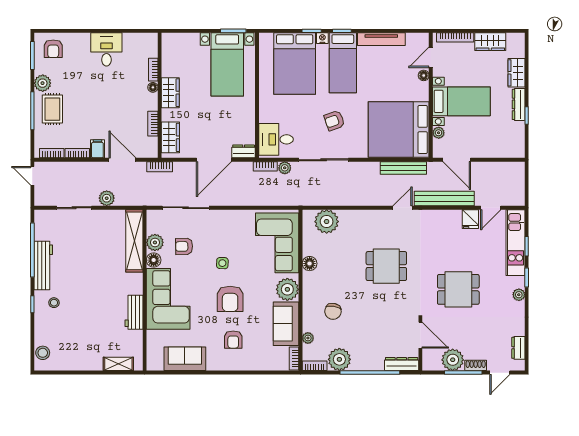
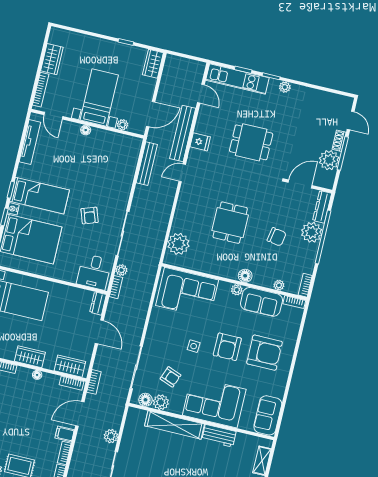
tv unit: (381, 39) -> (30, 142), moved
wardrobe: (517, 73) -> (153, 64), moved, turned 90
floor lamp: (424, 75) -> (86, 130), moved
floor lamp: (153, 87) -> (37, 375), moved
dresser: (519, 104) -> (114, 47), removed
bookcase: (153, 124) -> (72, 383), moved
bed: (399, 130) -> (111, 160), removed
door: (214, 160) -> (99, 332), width x0.73
door: (403, 208) -> (182, 173), hinge flipped
fridge: (470, 219) -> (200, 142), moved
shelving: (134, 241) -> (175, 425), moved
armchair: (184, 246) -> (171, 377), turned -68
floor lamp: (154, 260) -> (145, 400), moved
floor lamp: (310, 264) -> (245, 276), moved
dining table: (386, 266) -> (230, 223), moved
plant: (287, 289) -> (237, 290), width x0.53, depth x0.53
dining table: (458, 289) -> (251, 142), moved, turned 90
armchair: (230, 299) -> (227, 347), turned 90
chair: (333, 311) -> (277, 237), moved
armchair: (233, 340) -> (265, 353), width x1.88, depth x1.88
dresser: (518, 348) -> (332, 99), removed
sofa: (185, 359) -> (268, 415), moved
plant: (339, 359) -> (312, 232), moved

